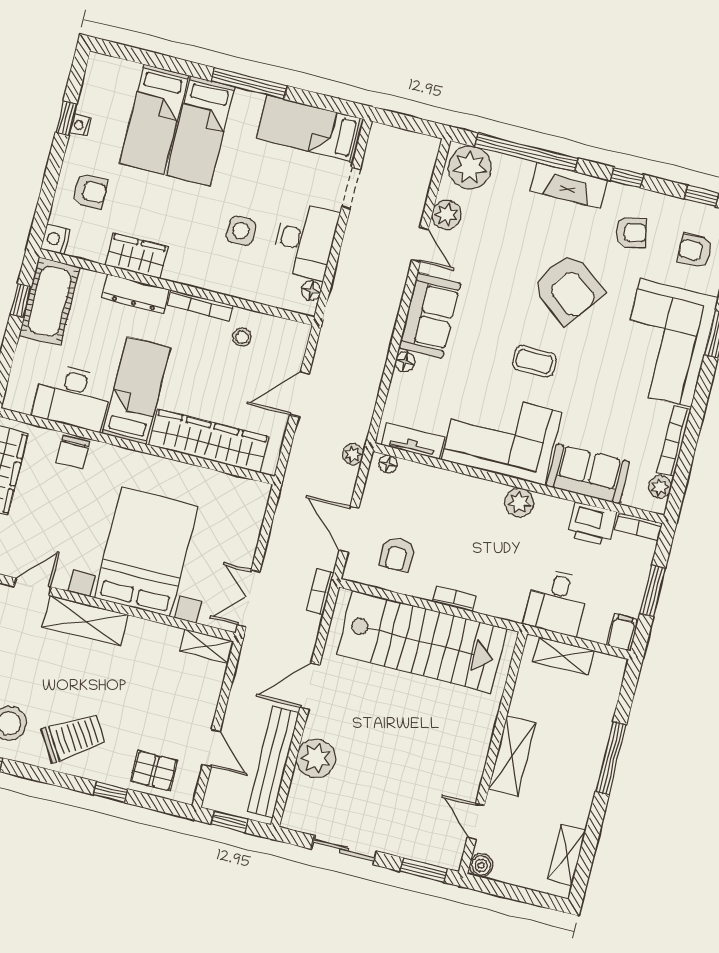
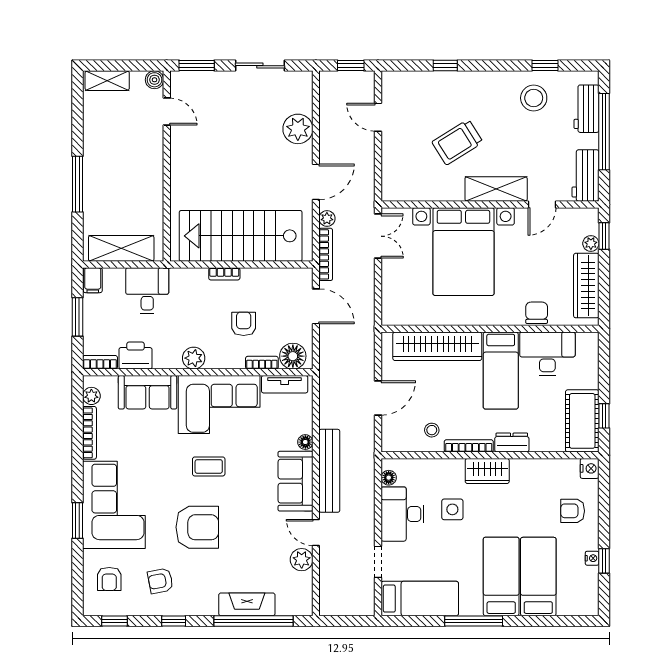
plant: (470, 167) -> (293, 599), removed
fireplace: (569, 185) -> (247, 604), moved
armchair: (695, 251) -> (109, 579), turned 90
wardrobe: (136, 256) -> (487, 471), moved
armchair: (568, 288) -> (197, 527), turned 143
dresser: (136, 294) -> (512, 443), width x0.70
plant: (353, 454) -> (327, 219), moved
floor lamp: (388, 464) -> (293, 356), width x1.89, depth x1.89
bookcase: (435, 475) -> (262, 363), added
armchair: (397, 554) -> (244, 324), moved
bookcase: (320, 592) -> (326, 254), width x1.56
shelving: (207, 646) -> (401, 193), removed
shelving: (563, 656) -> (121, 248), width x1.50, depth x1.33
trolley: (73, 737) -> (457, 142), moved
shelving: (512, 756) -> (152, 167), removed
bench: (273, 762) -> (329, 471), moved
pallet: (154, 771) -> (417, 89), removed
shelving: (567, 855) -> (107, 81), moved, turned 90

